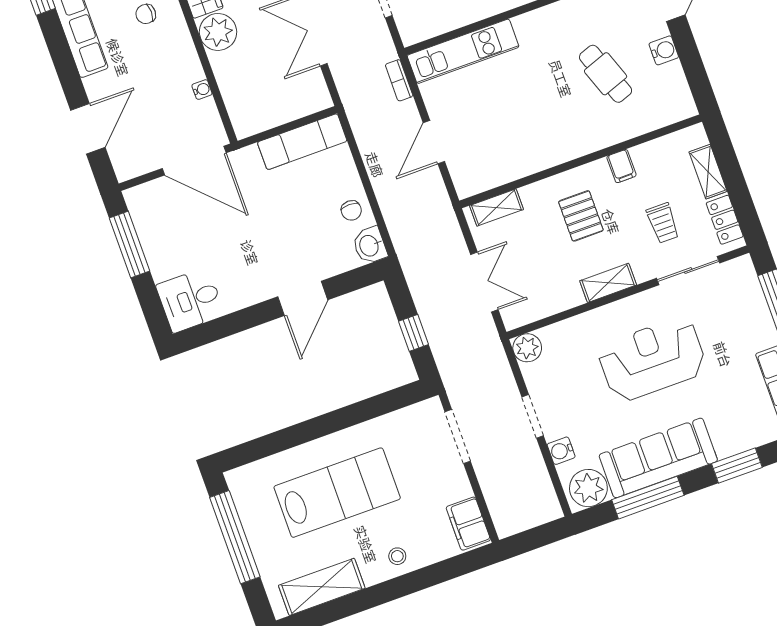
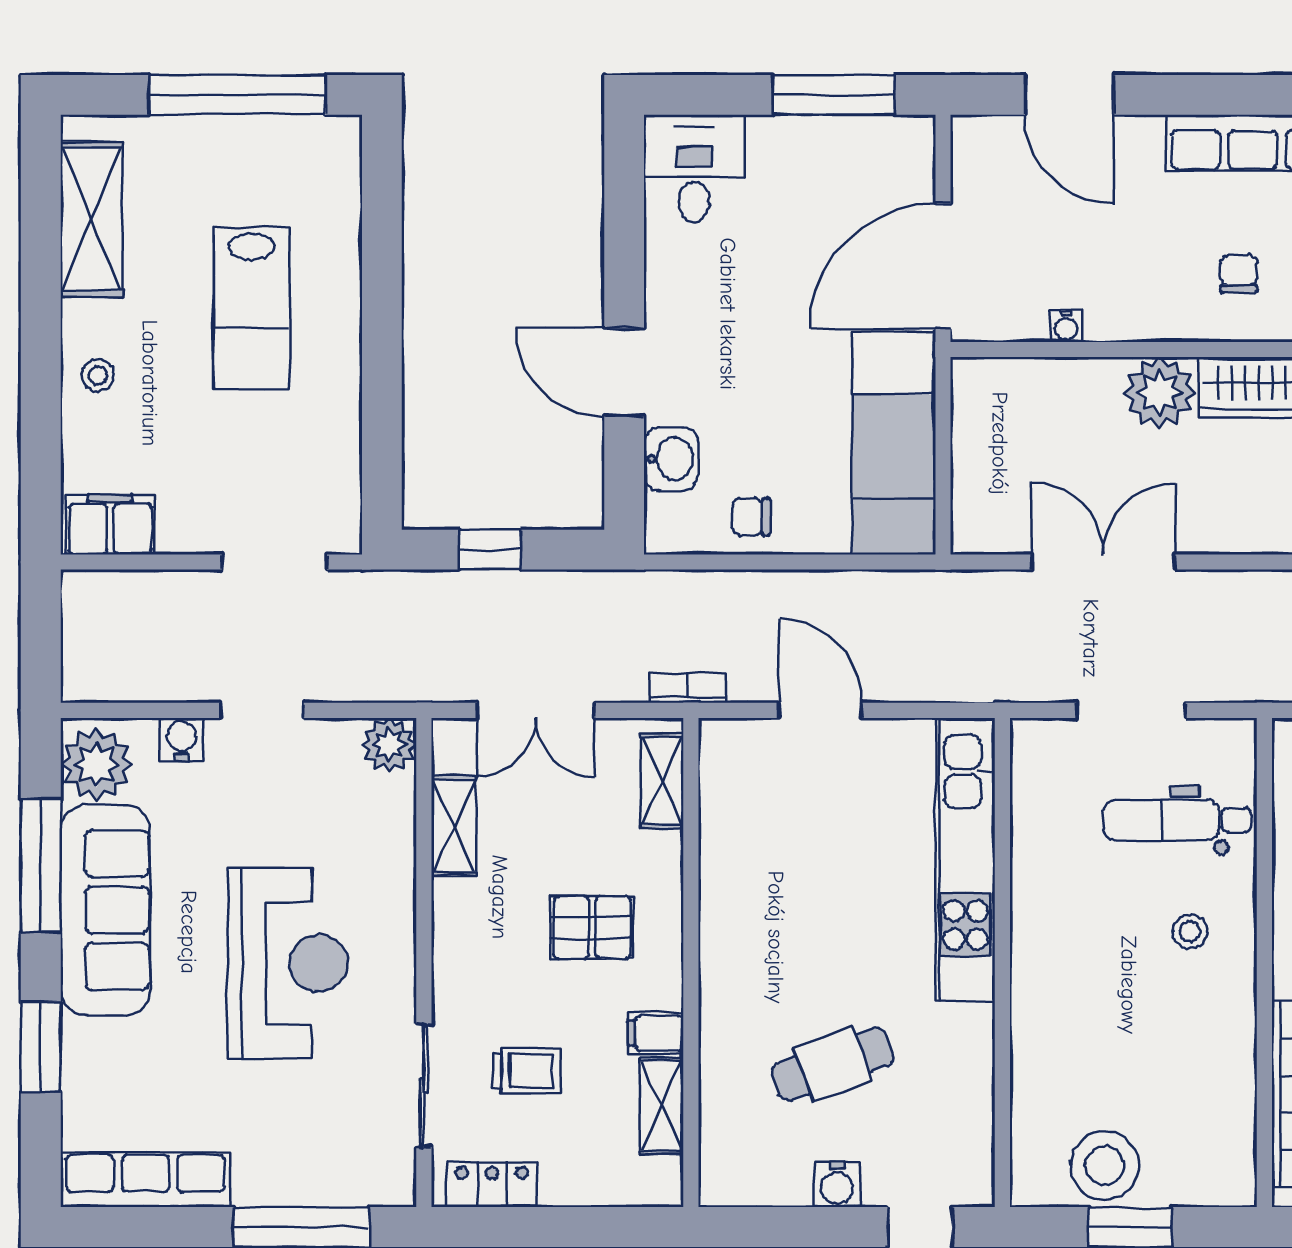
kitchen unit: (463, 51) -> (966, 860), width x1.36
bookcase: (399, 80) -> (688, 688), moved
exam couch: (302, 142) -> (894, 443), width x1.36, depth x1.45
shelving: (708, 172) -> (662, 1106), moved, turned 90
trolley: (663, 223) -> (526, 1071), turned 180
washbasin: (370, 245) -> (671, 459), moved, turned 90
shelving: (608, 283) -> (454, 826), moved
lab bench: (337, 493) -> (251, 308), width x0.73, depth x0.72

